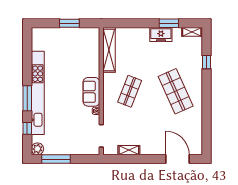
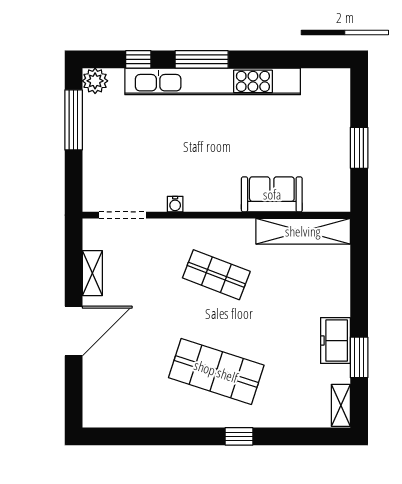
window: (206, 62) -> (239, 436), moved
shop shelf: (176, 91) -> (216, 371), turned 42
sofa: (91, 92) -> (272, 194), moved
door: (177, 159) -> (74, 331), moved

